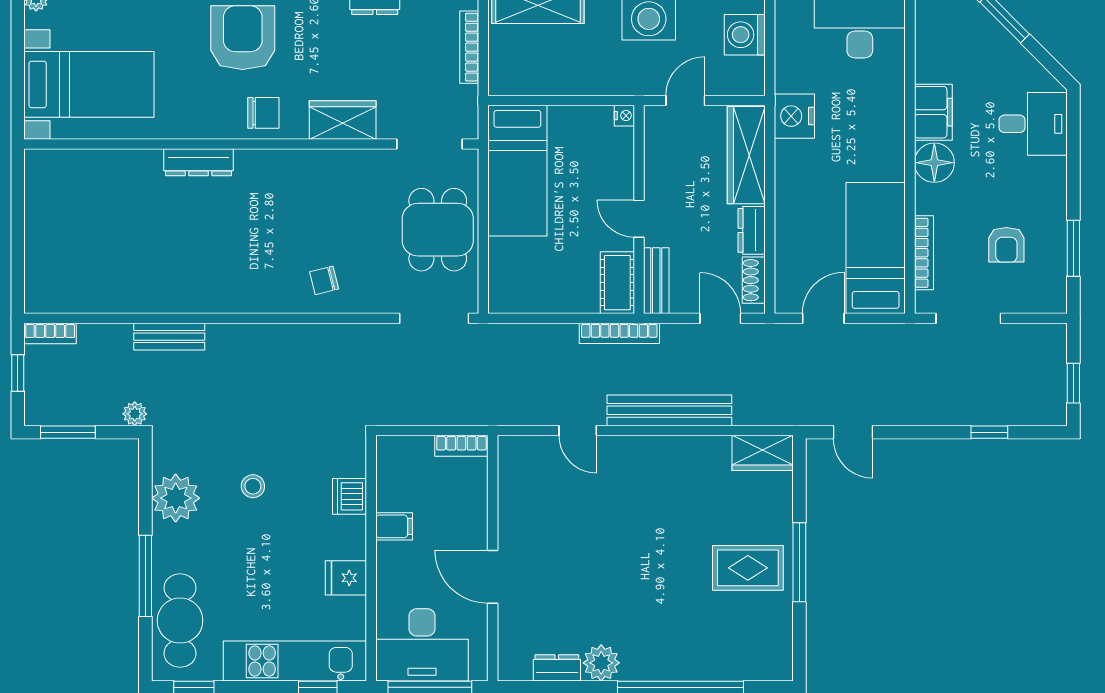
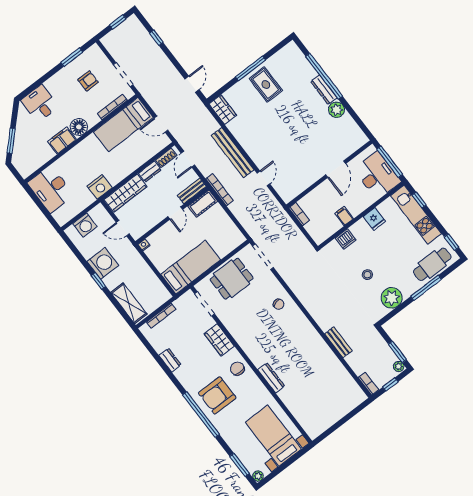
plant: (135, 414) -> (399, 366), moved
dresser: (557, 668) -> (324, 90), moved, width x1.44

